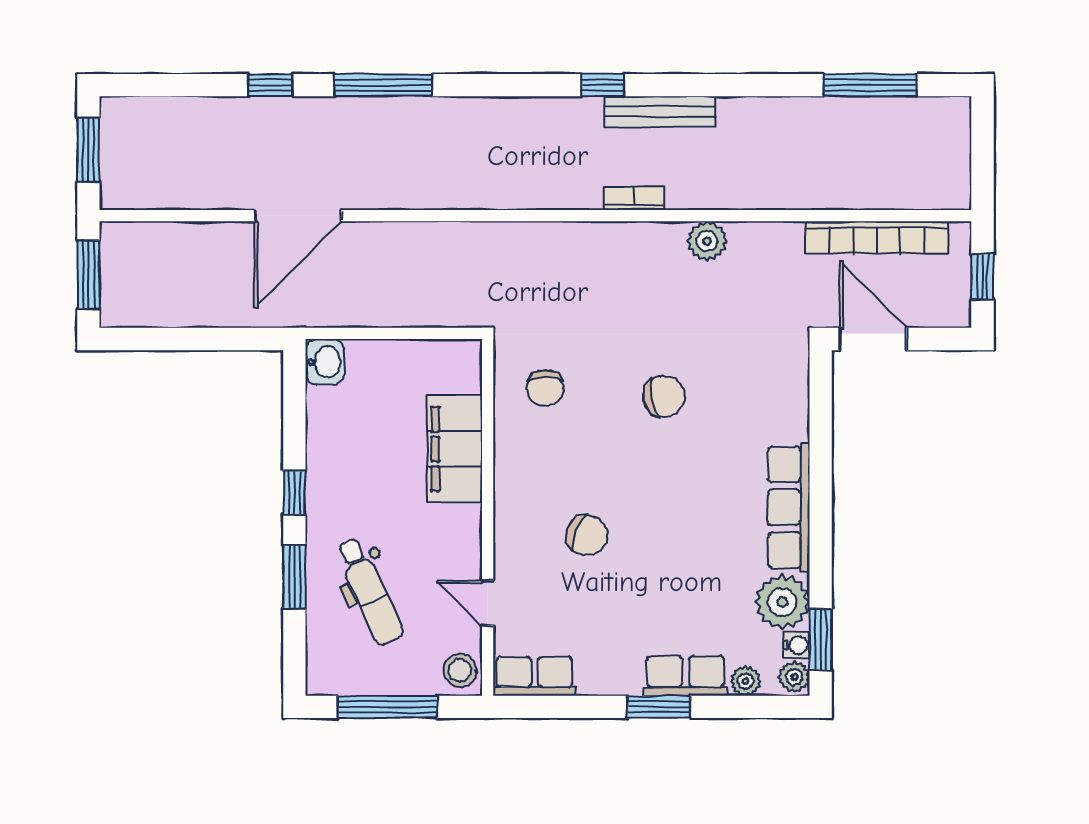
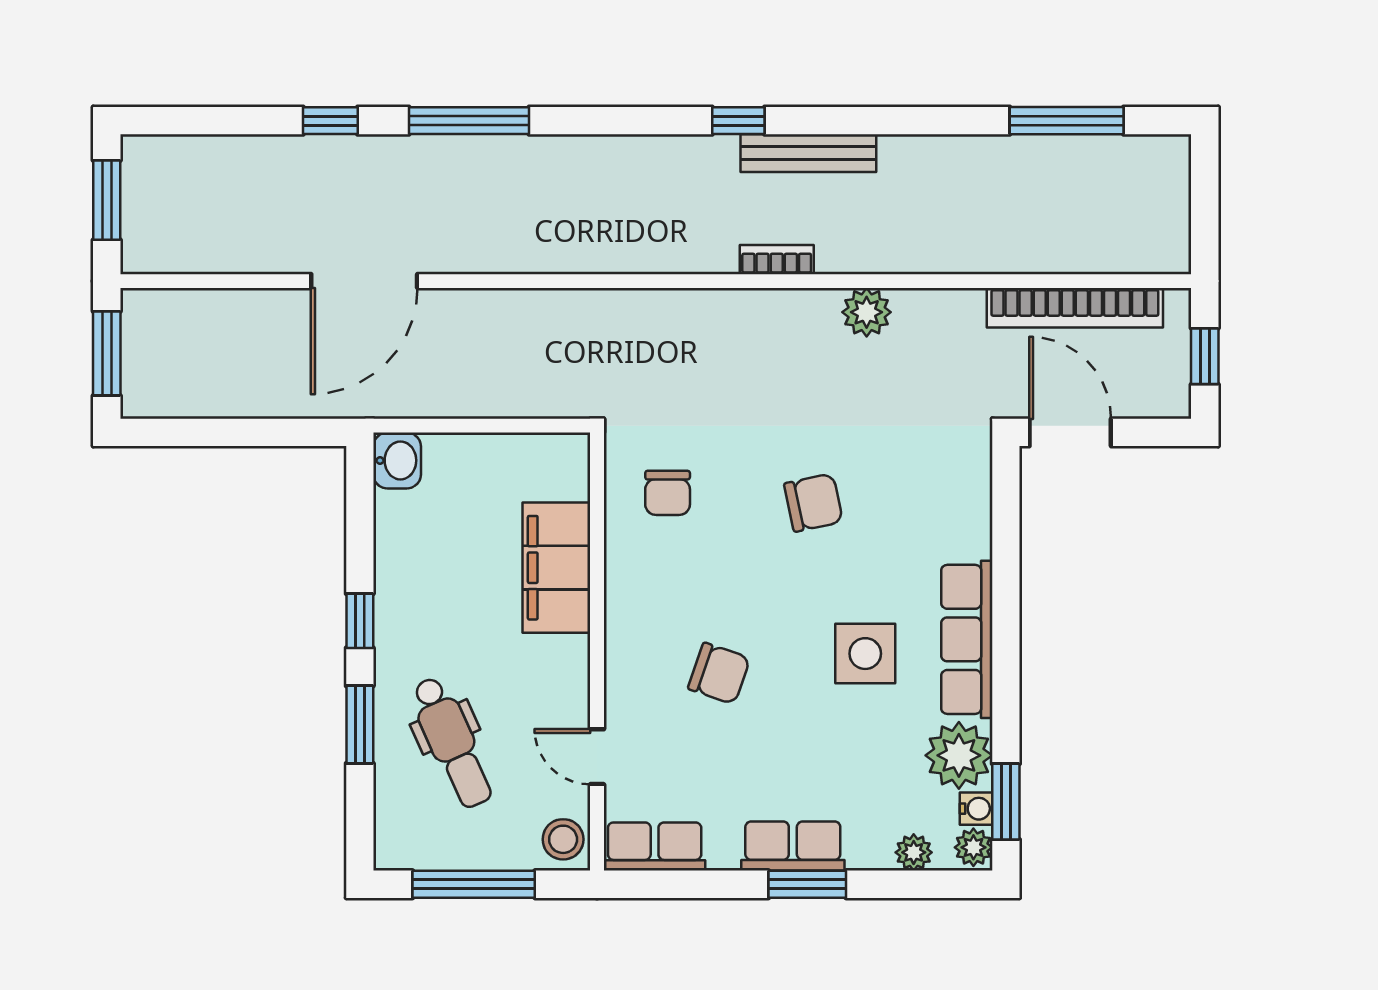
side table: (706, 519) -> (865, 654), added
row of seats: (686, 676) -> (793, 846), moved

